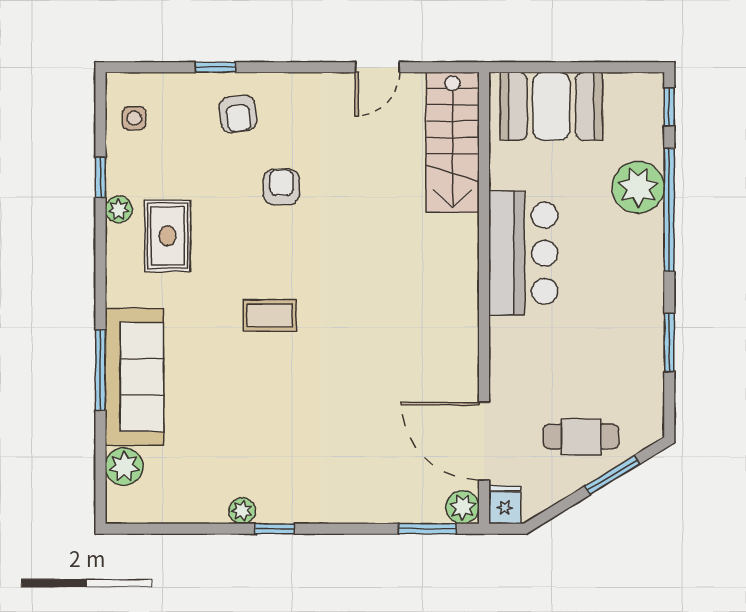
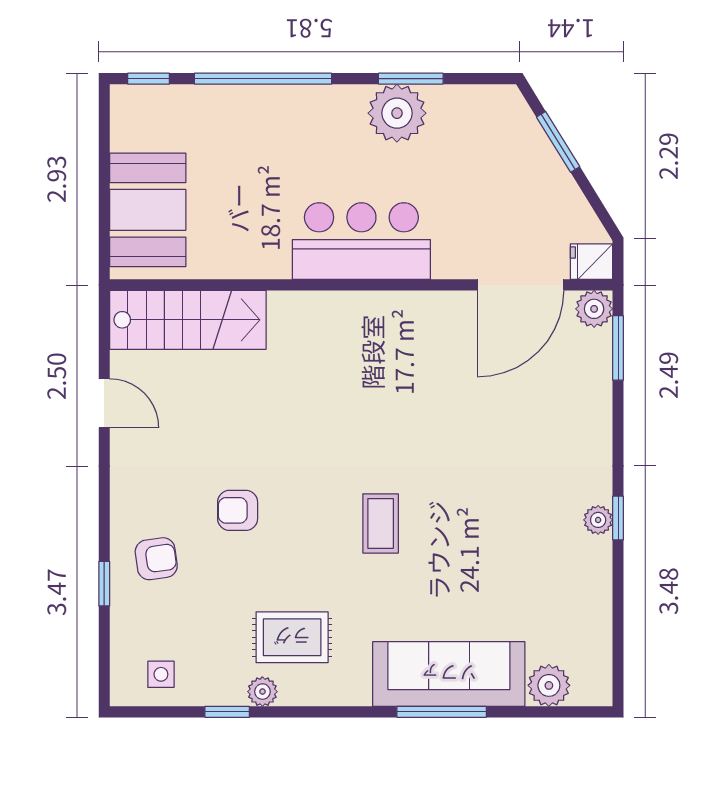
plant: (638, 187) -> (397, 113), moved
bar counter: (523, 253) -> (361, 241), moved
cafe table: (581, 436) -> (515, 177), removed
plant: (242, 511) -> (598, 520), moved

